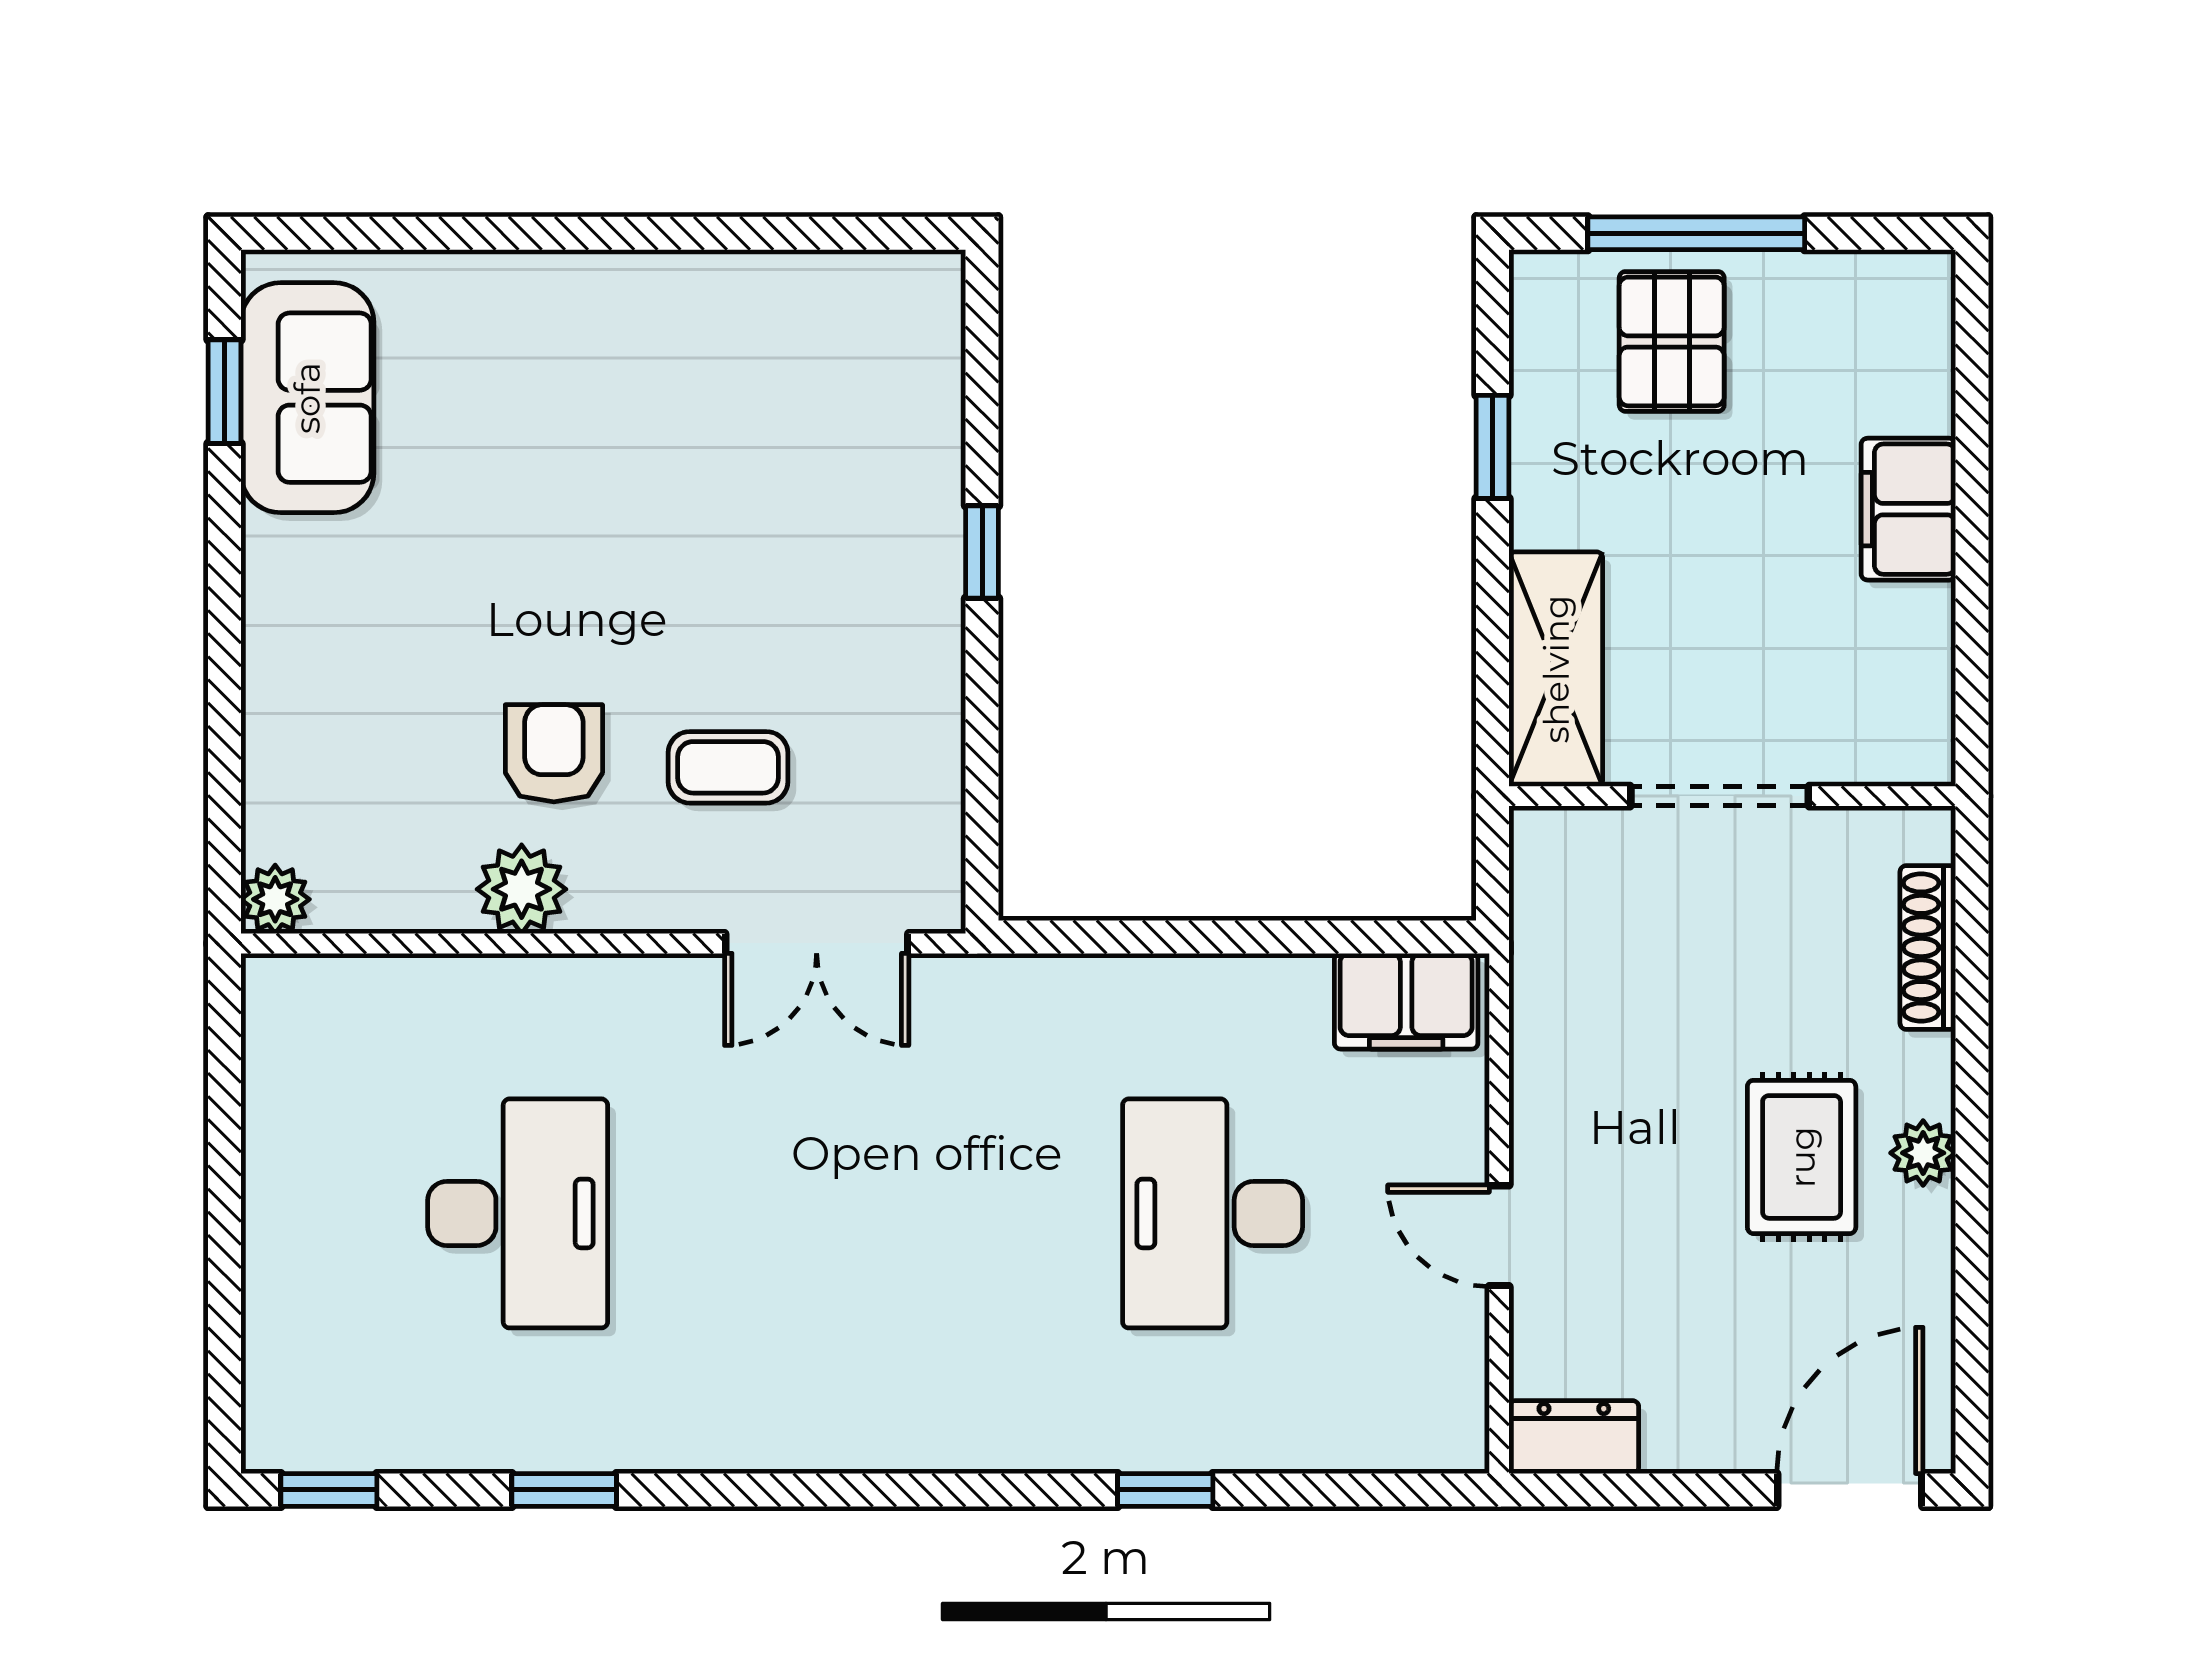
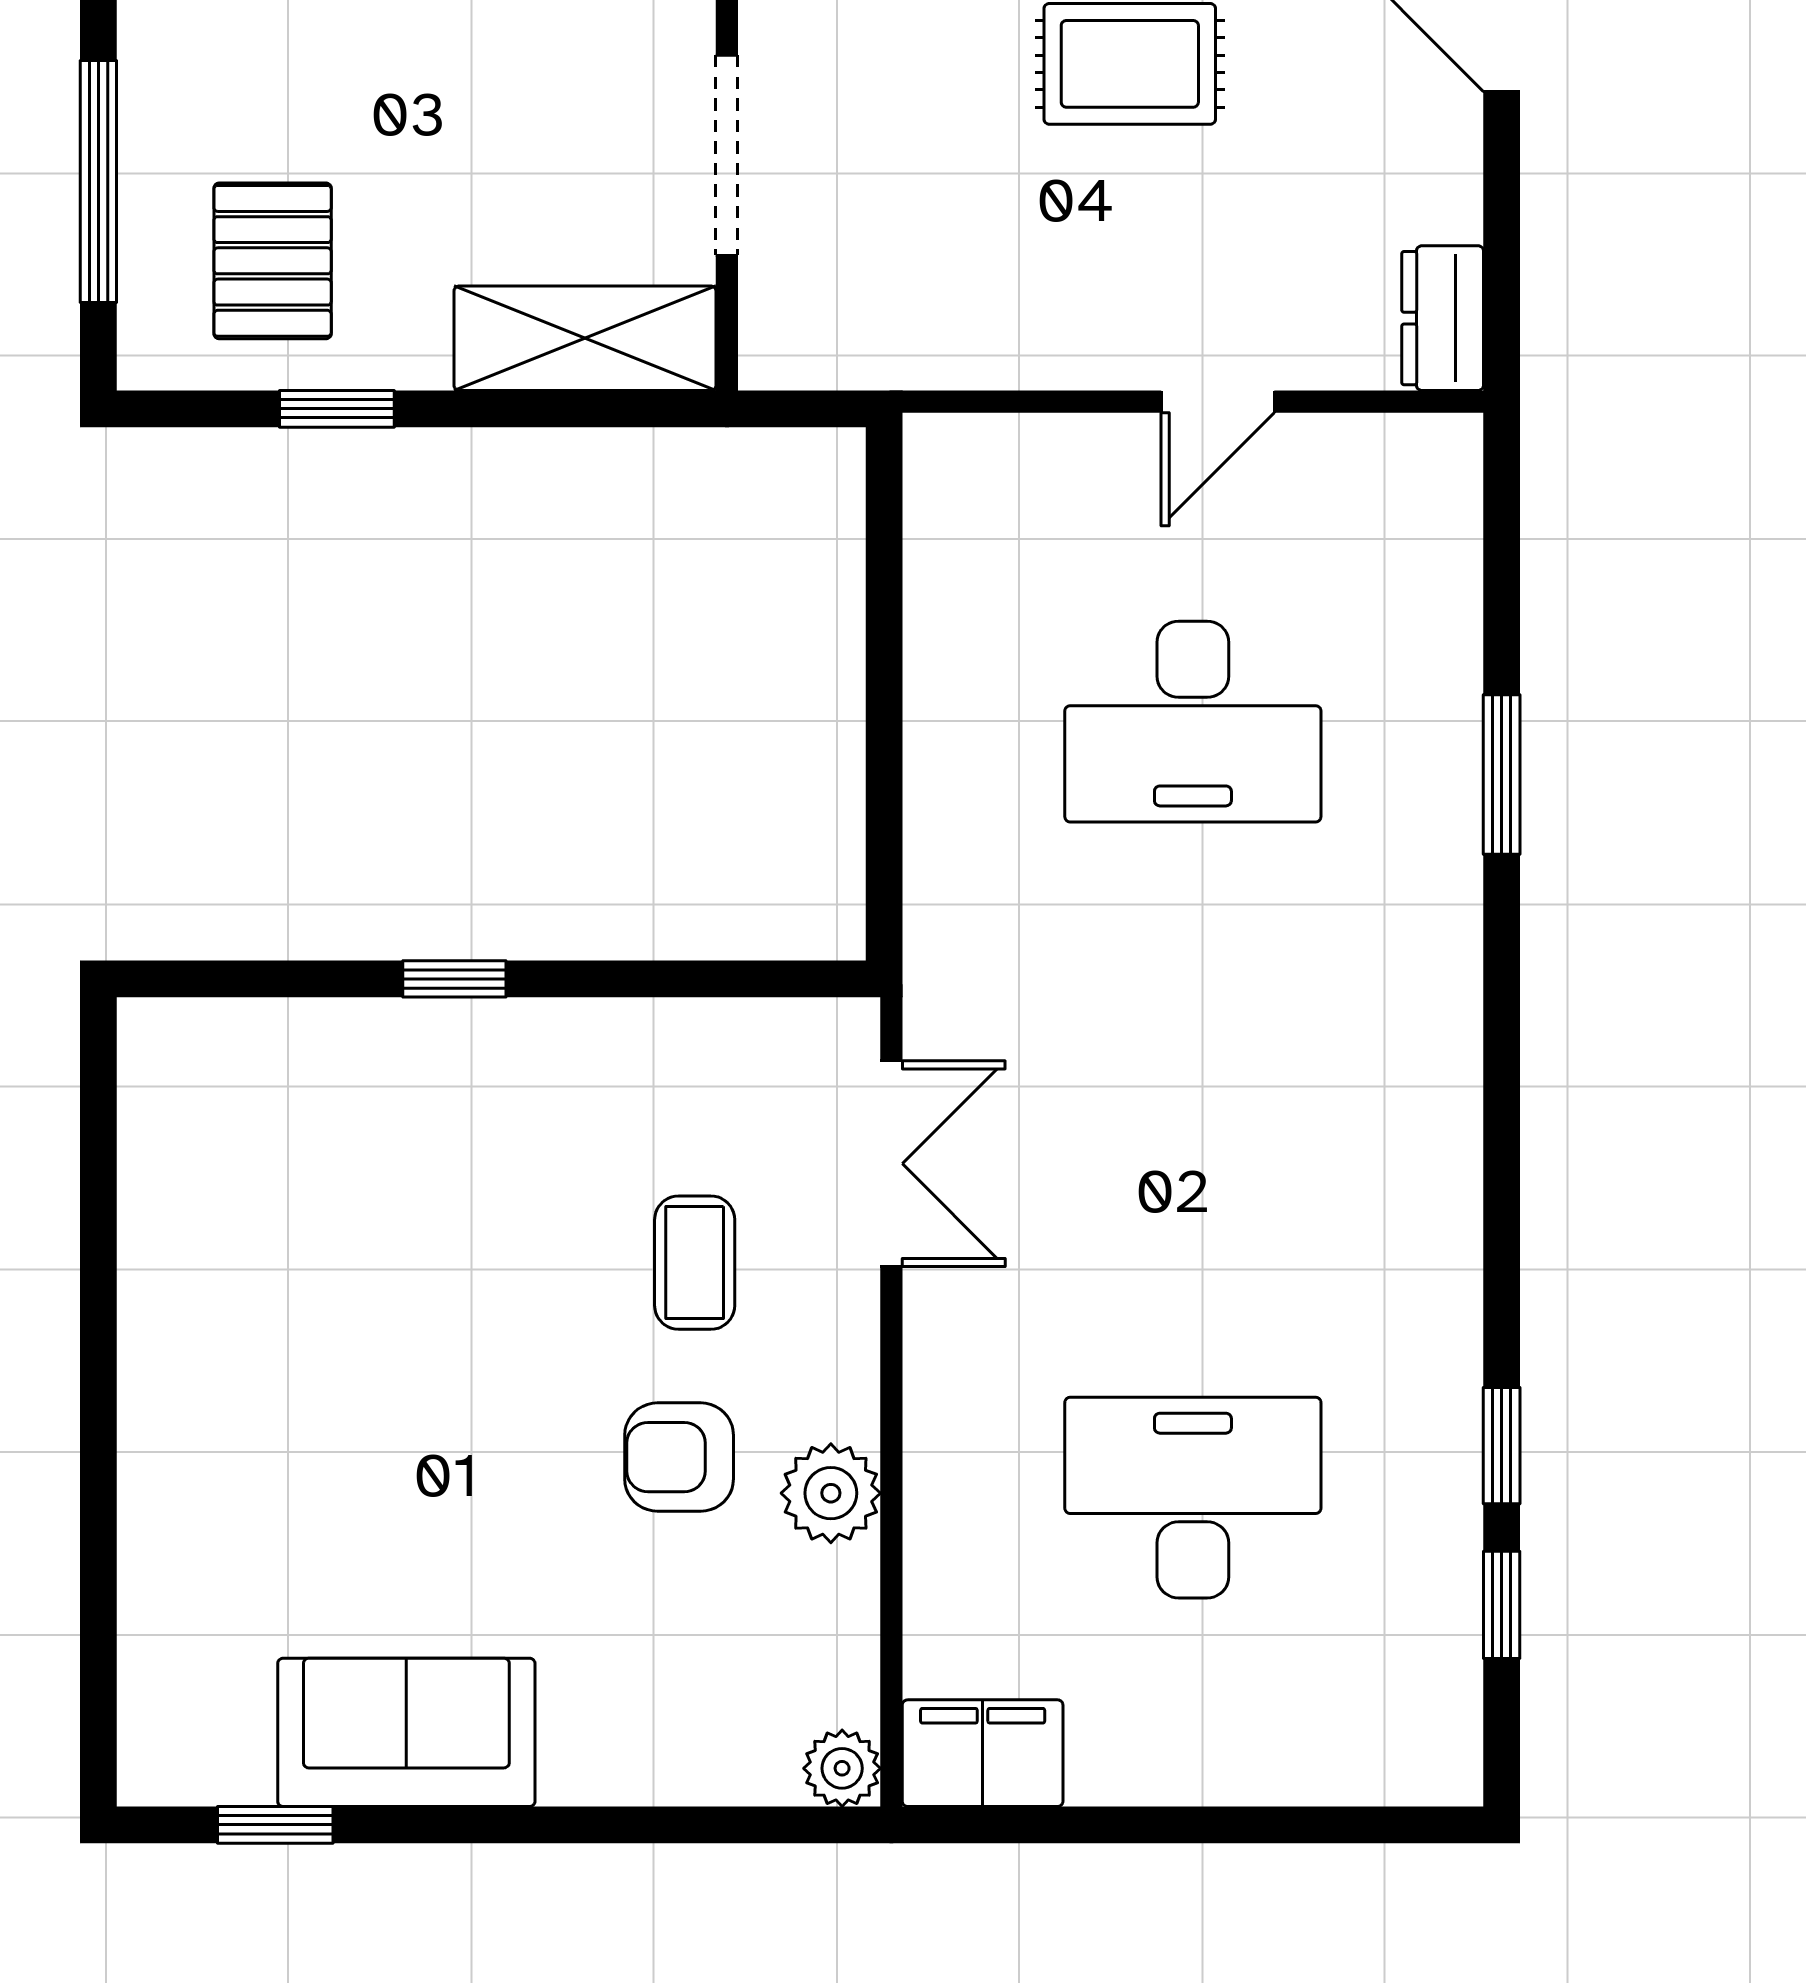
pallet: (1672, 341) -> (273, 261), moved, turned 90
sofa: (307, 398) -> (406, 1732), moved
filing cabinet: (1406, 1001) -> (983, 1753), moved, turned -90
window: (329, 1490) -> (1502, 1605), moved
window: (1165, 1490) -> (1502, 774), width x1.50

